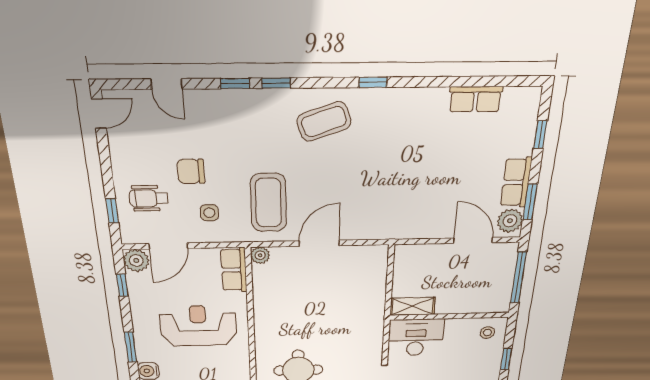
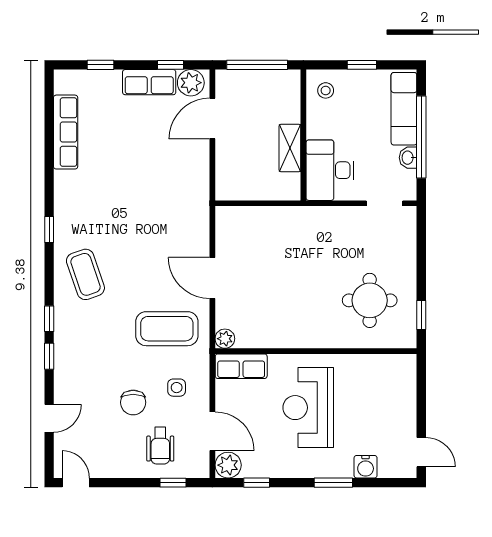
row of seats: (475, 99) -> (66, 132), width x1.48
window: (530, 202) -> (170, 65), width x0.67
shelving: (413, 306) -> (290, 148), moved

